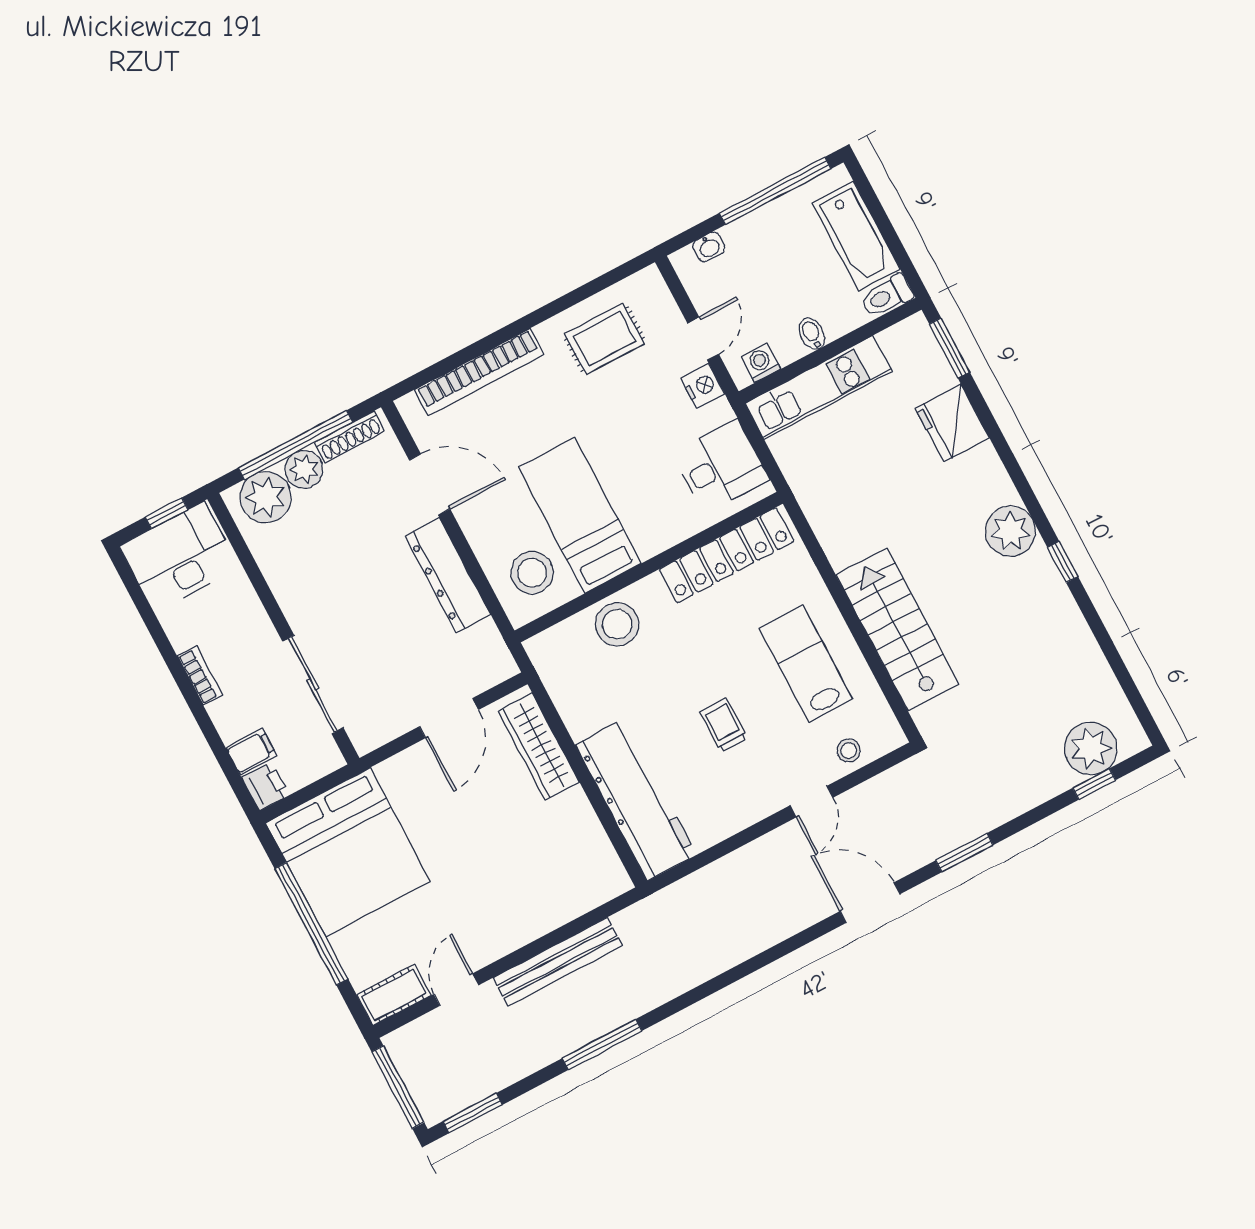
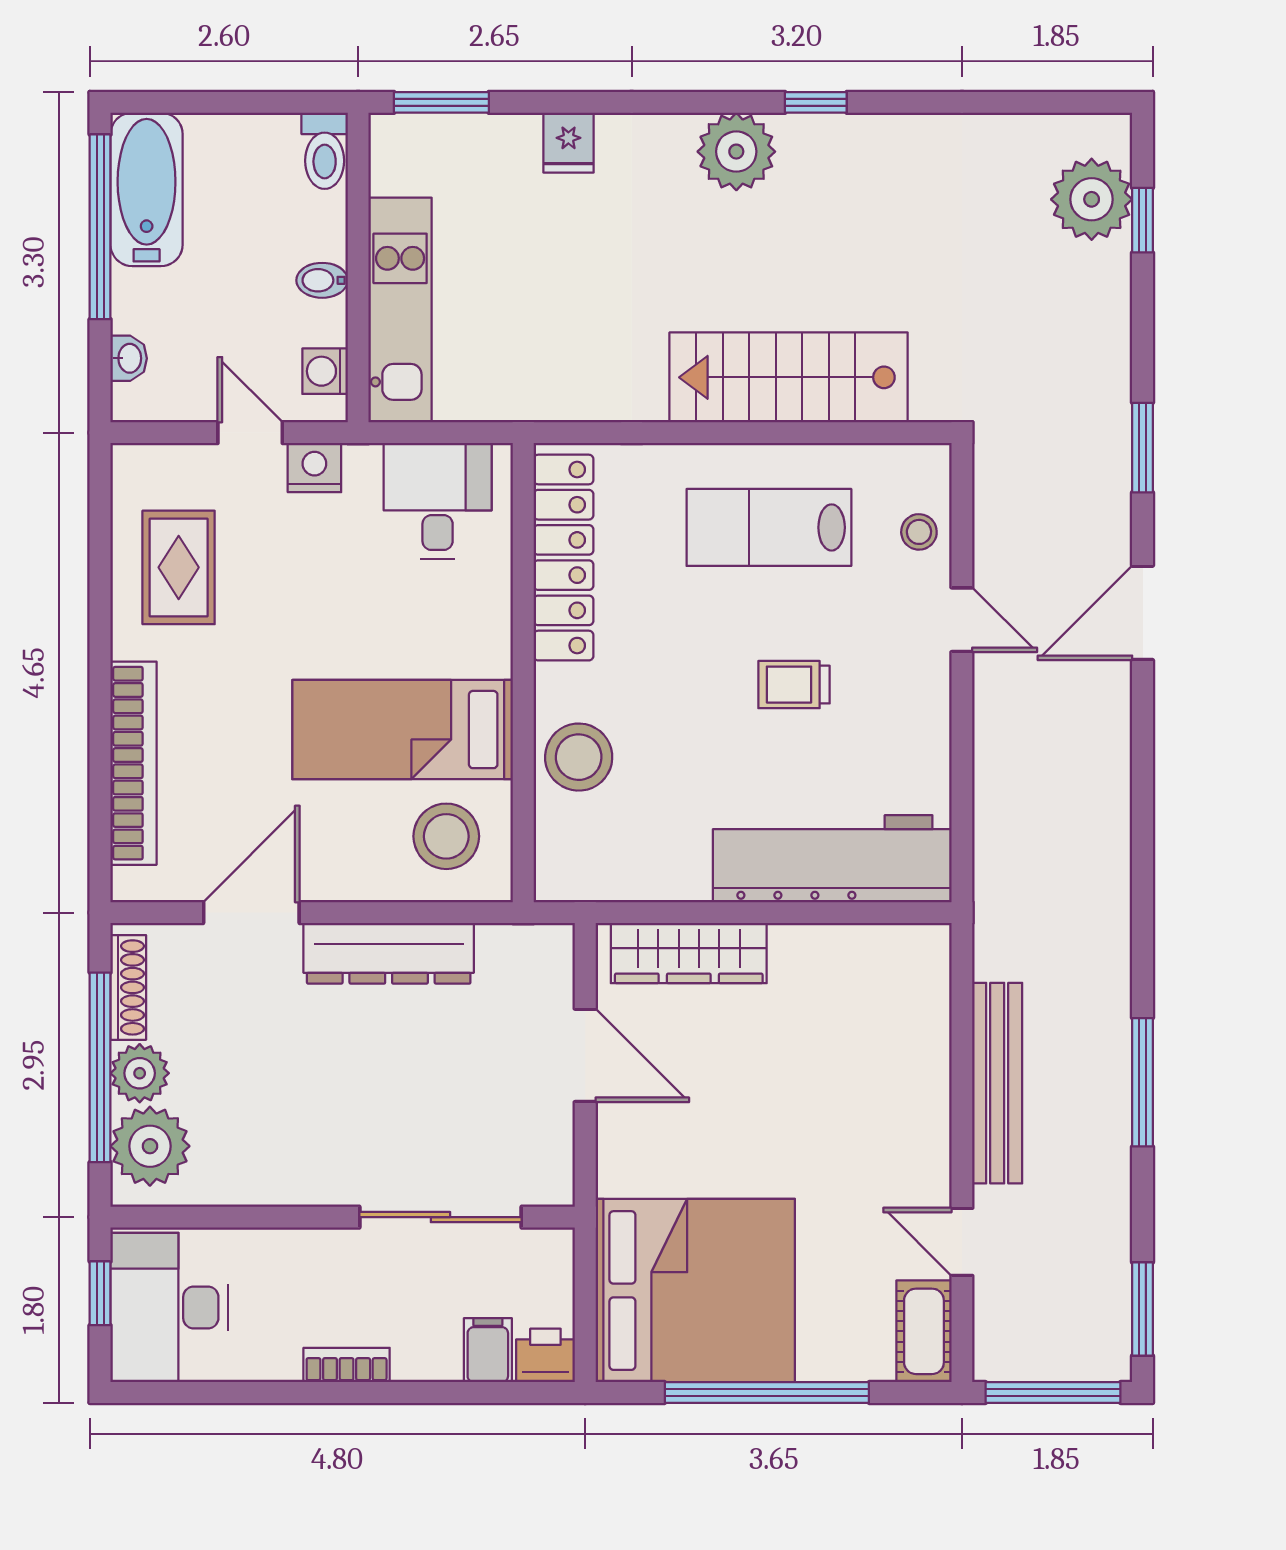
bathtub: (856, 236) -> (147, 189), moved, turned -90
fridge: (952, 423) -> (568, 143), width x0.53, depth x0.75

